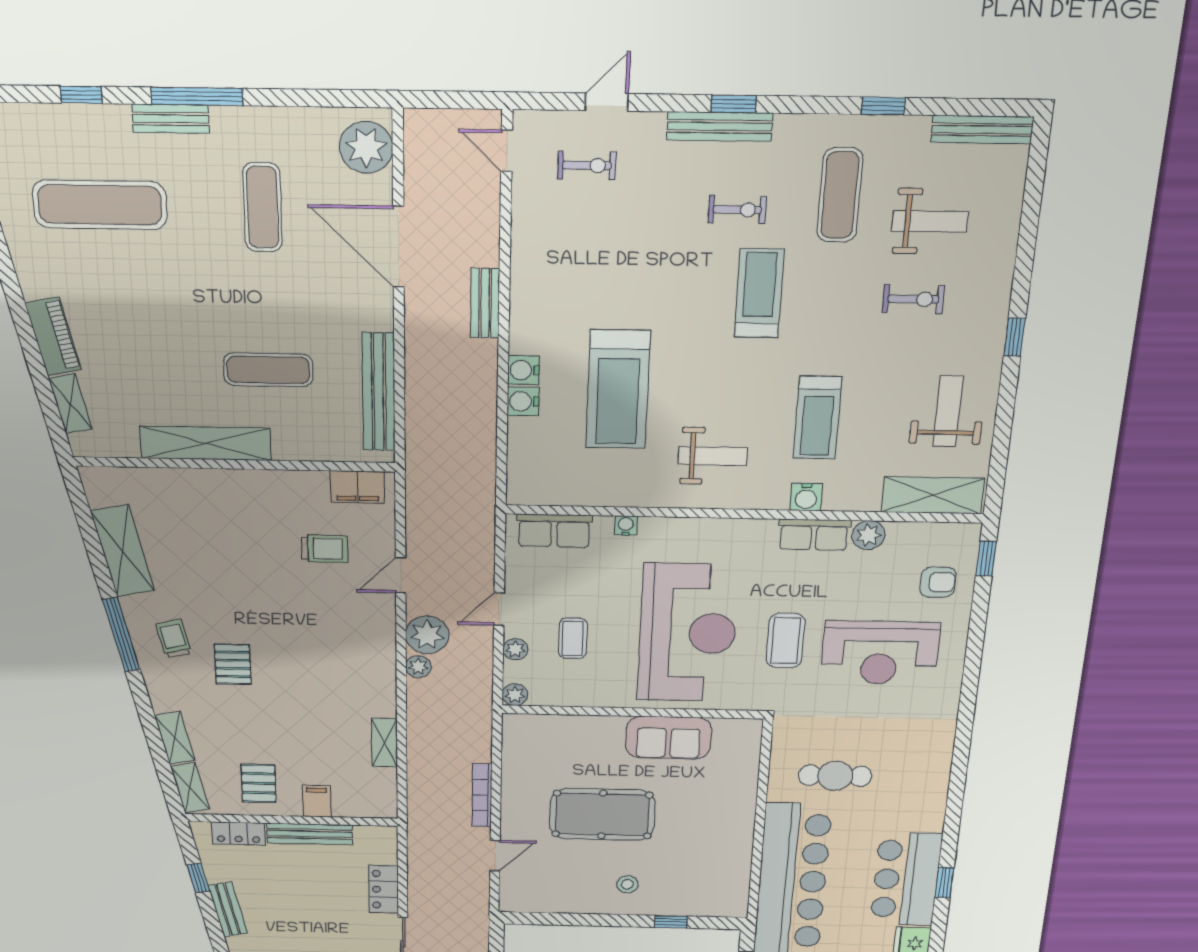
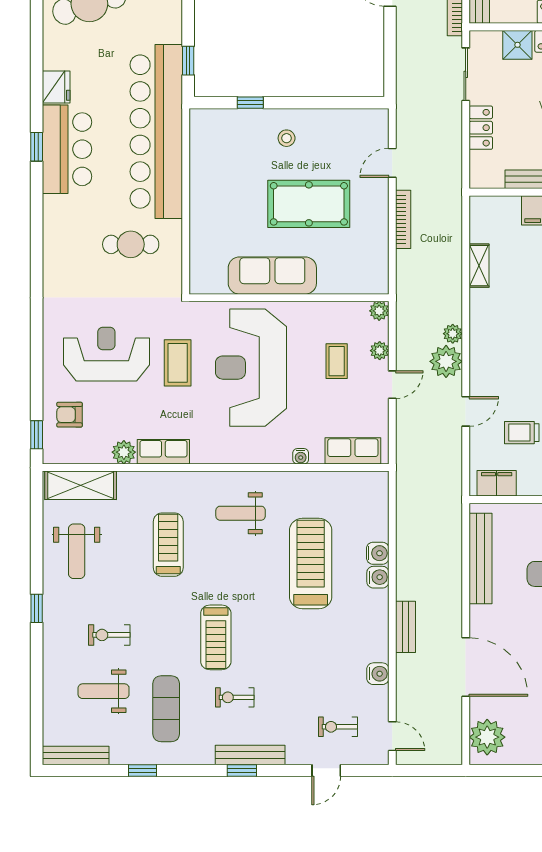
water cooler: (806, 497) -> (378, 674), moved, turned 90
sofa: (668, 738) -> (272, 276), width x1.36

